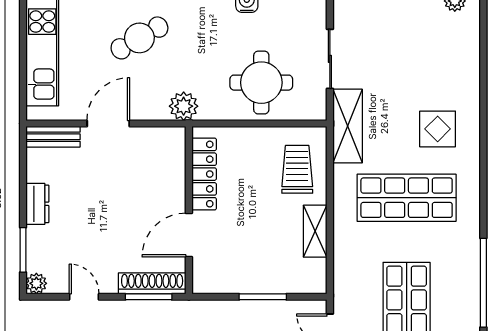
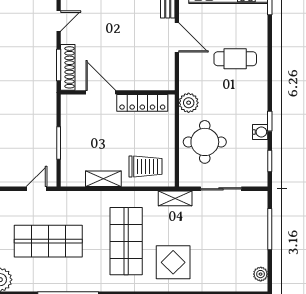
cafe table: (139, 38) -> (235, 59), turned -60
plant: (184, 106) -> (189, 103), moved
shelving: (348, 126) -> (175, 198), width x0.67, depth x0.75
display table: (438, 129) -> (173, 262), width x1.36, depth x1.36

